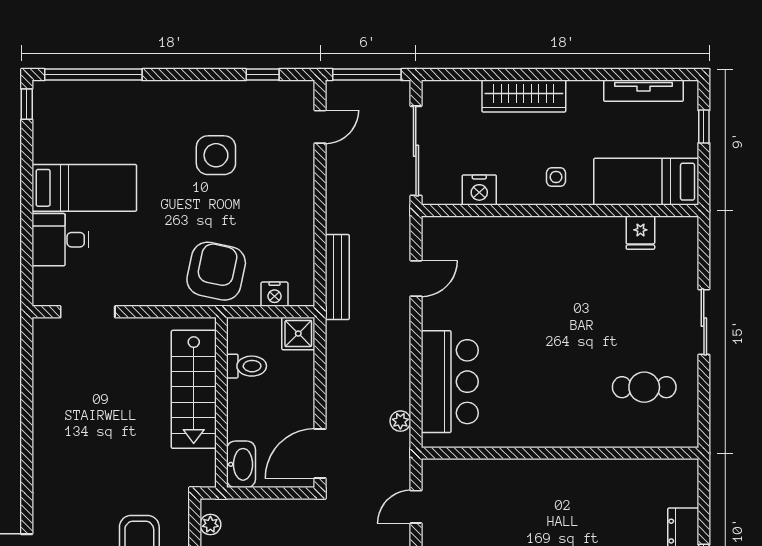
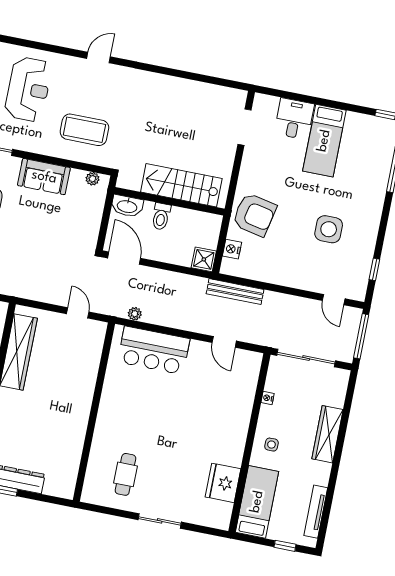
nightstand: (479, 190) -> (268, 398), width x0.53, depth x0.56
fridge: (640, 233) -> (223, 483), width x1.88, depth x1.34
toilet: (247, 366) -> (161, 216), moved

